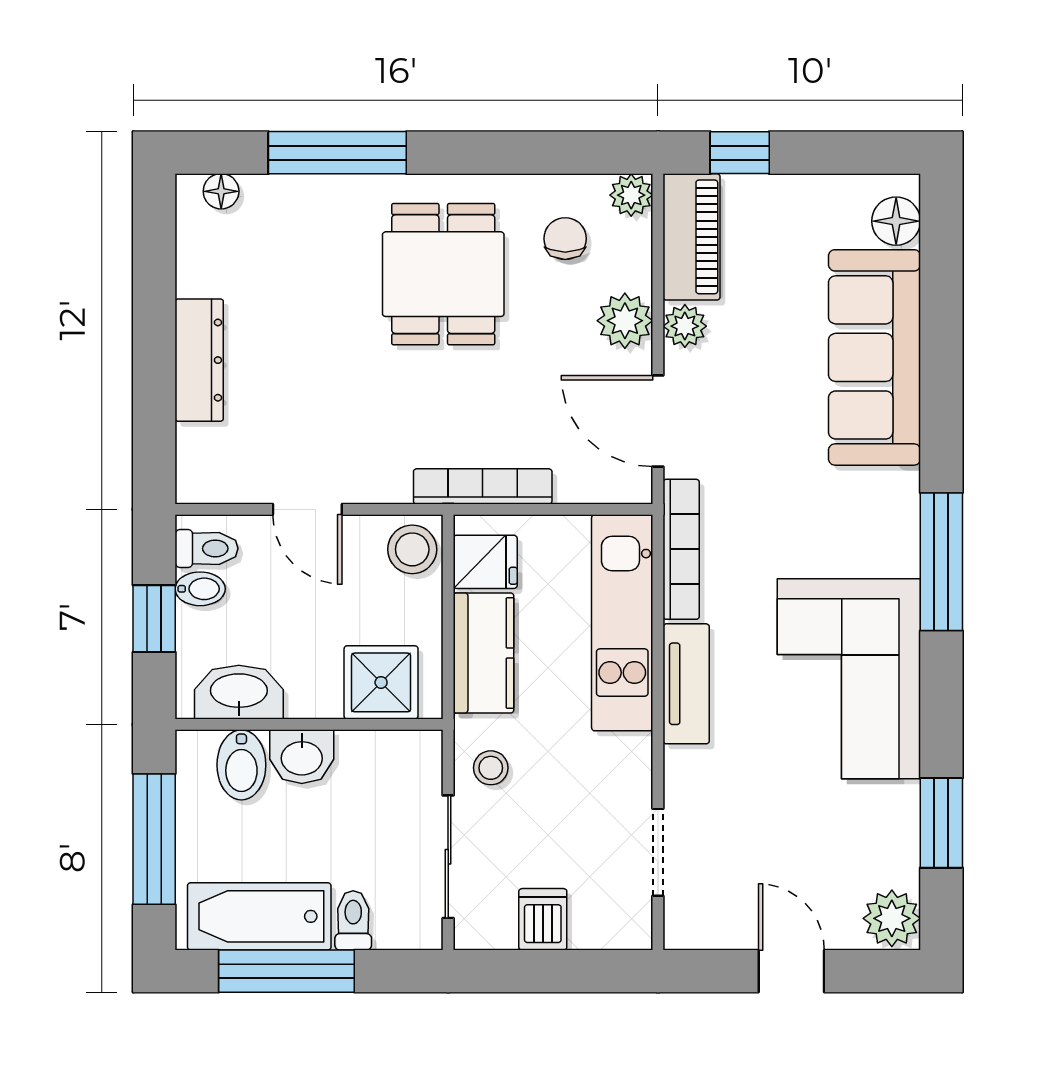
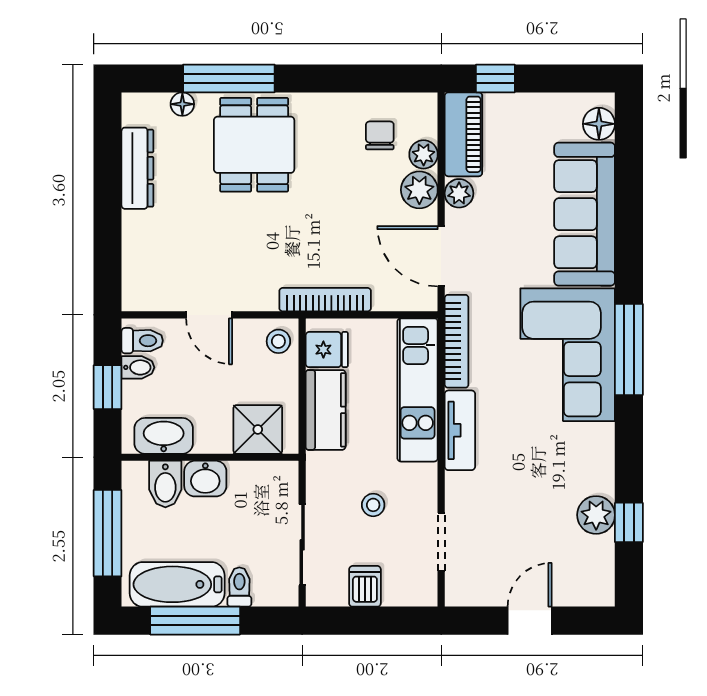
floor lamp: (221, 191) -> (182, 104), moved
plant: (631, 195) -> (424, 154), moved
dining table: (443, 274) -> (254, 145), moved
dresser: (199, 360) -> (137, 168), moved
stool: (412, 549) -> (278, 341), width x0.73, depth x0.73
corner sofa: (849, 679) -> (568, 355), moved
stool: (491, 768) -> (373, 505), moved
window: (941, 823) -> (629, 522), width x0.67
plant: (892, 918) -> (596, 515), moved
door: (791, 971) -> (530, 621), hinge flipped

